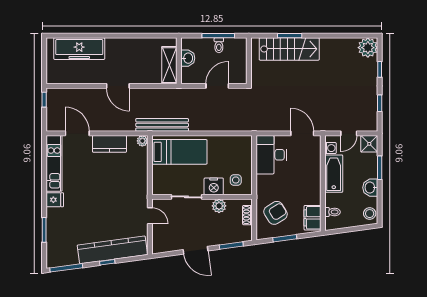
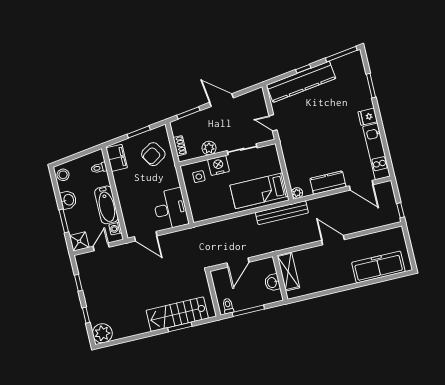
toilet: (219, 45) -> (228, 306), moved

